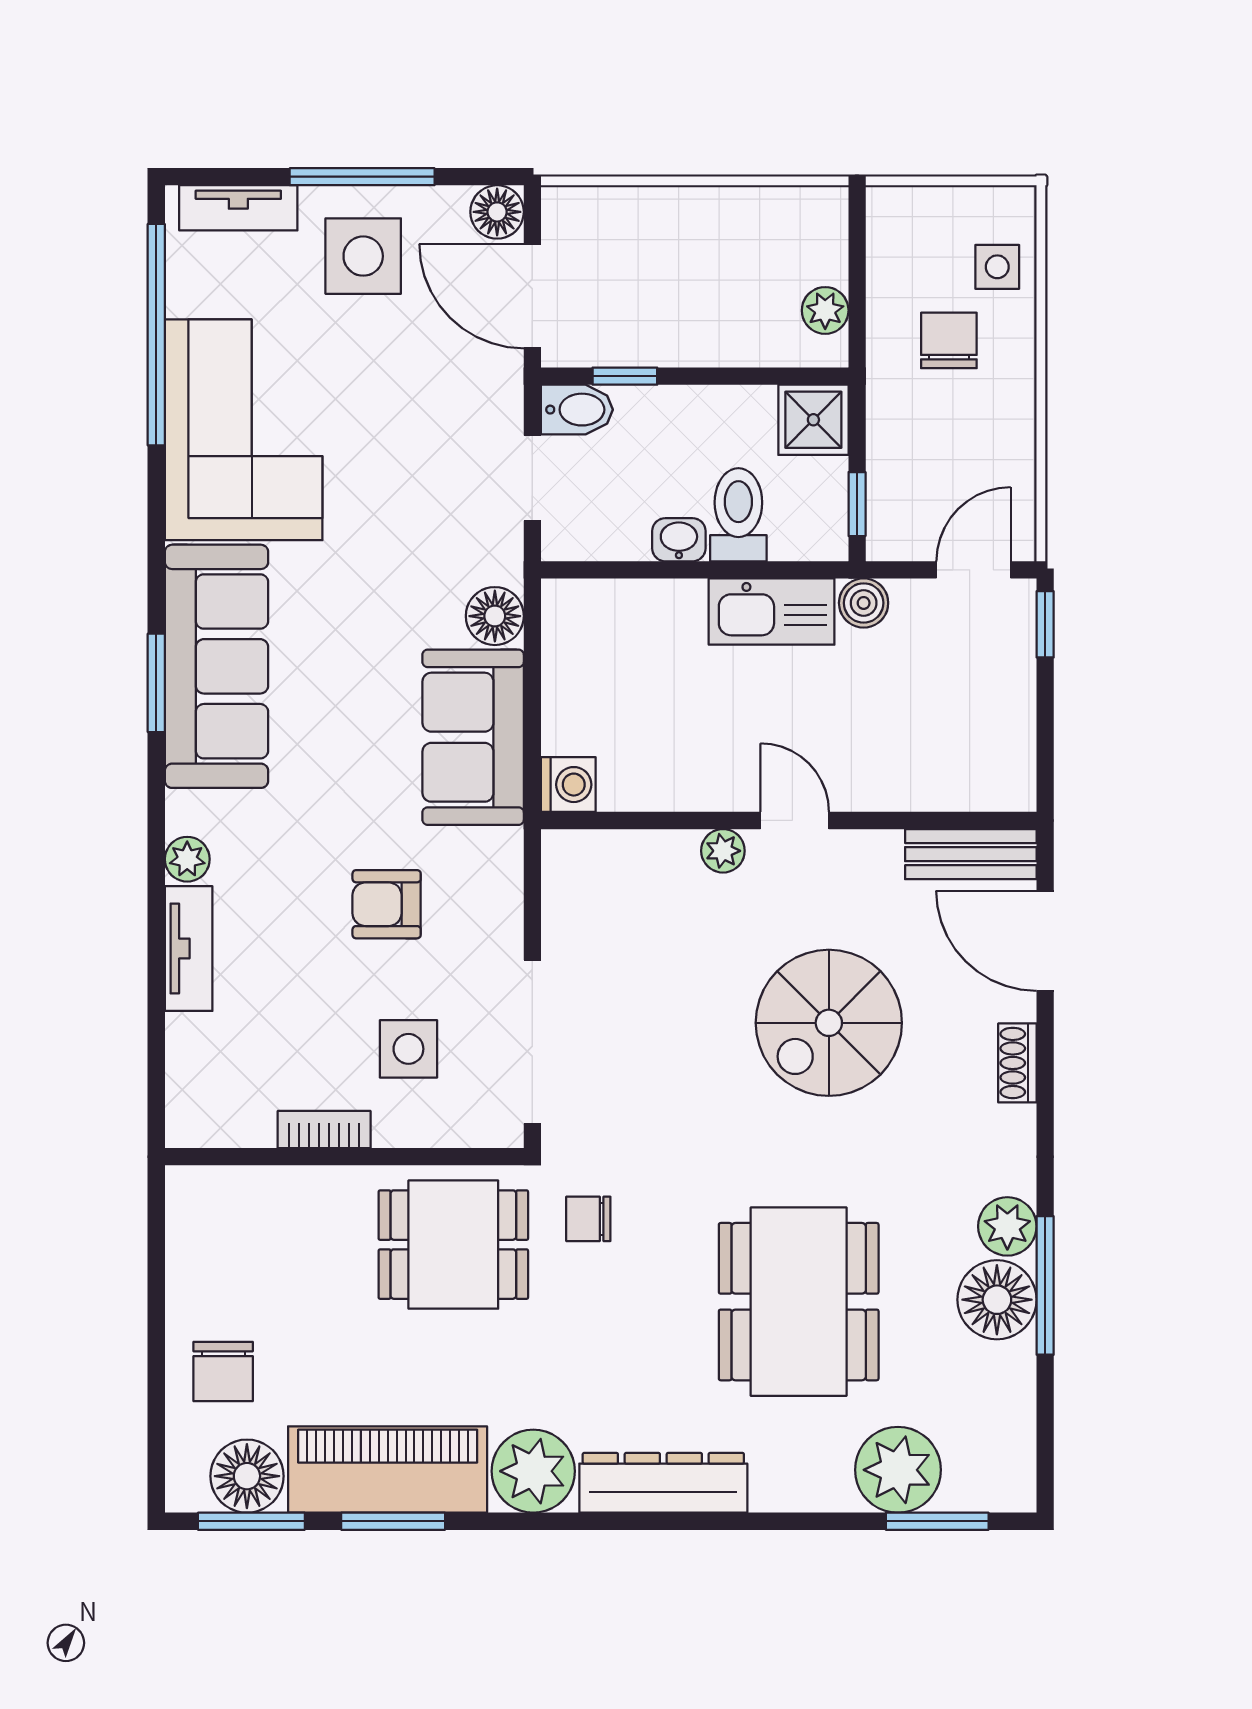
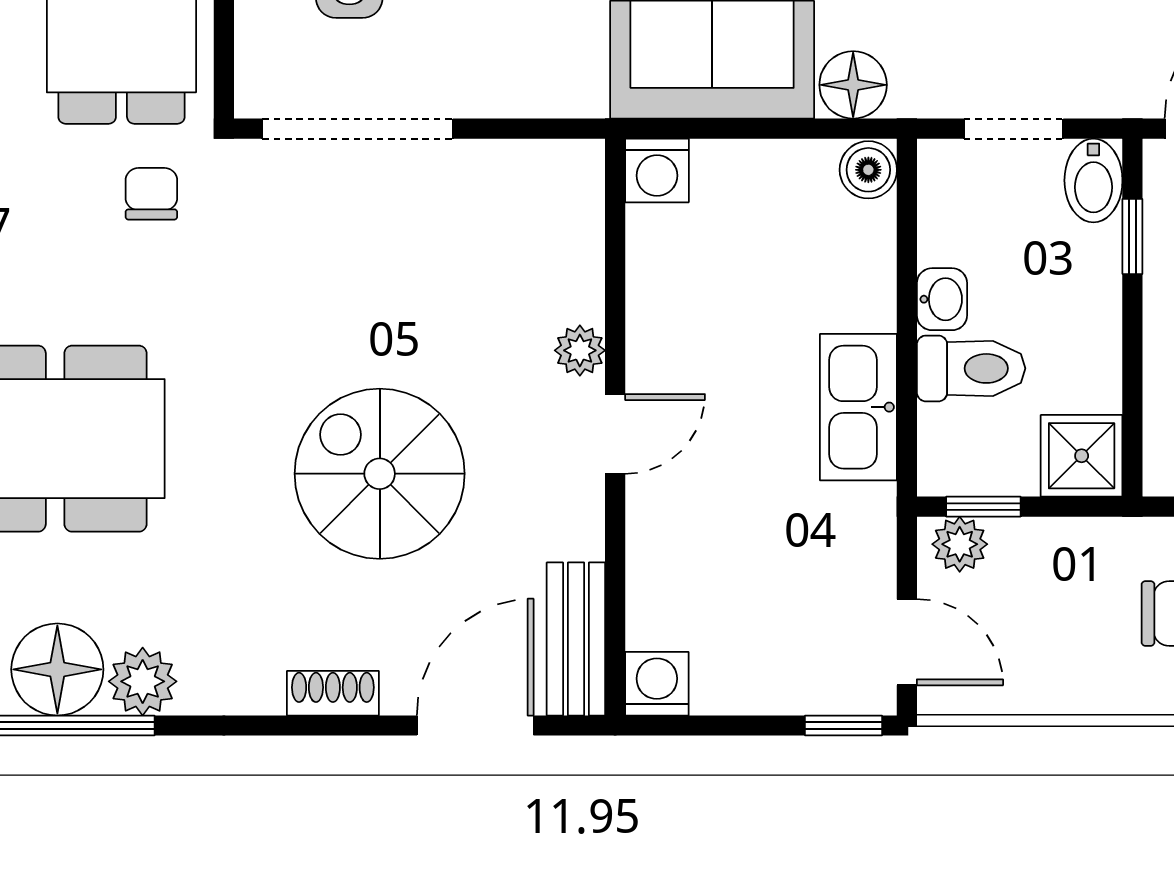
plant: (889, 524) -> (960, 544), added
boiler: (864, 603) -> (868, 170), moved
washing machine: (1009, 785) -> (657, 684), added

